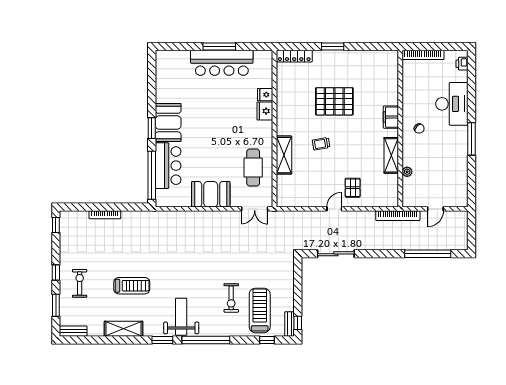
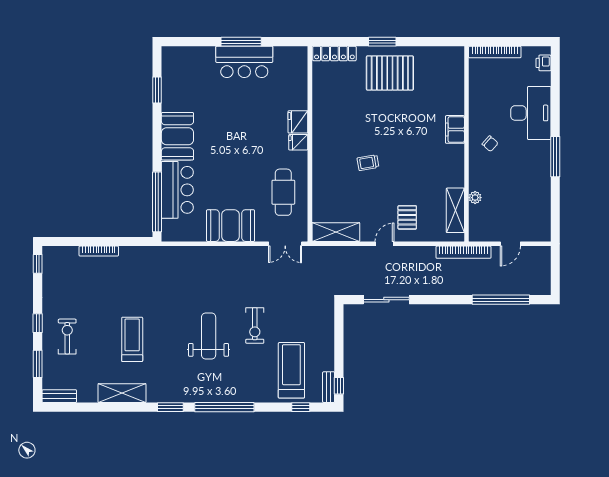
bar counter: (222, 63) -> (244, 62), width x0.73
fridge: (265, 95) -> (298, 142), moved
pallet: (334, 101) -> (390, 73), moved
window: (152, 128) -> (157, 90), moved
shelving: (284, 155) -> (336, 232), moved, turned 90
shelving: (391, 155) -> (455, 210), moved
treadmill: (132, 286) -> (132, 339), turned -90
exercise bike: (231, 298) -> (255, 325), moved
weight bench: (181, 317) -> (209, 336), moved

